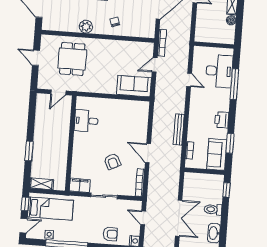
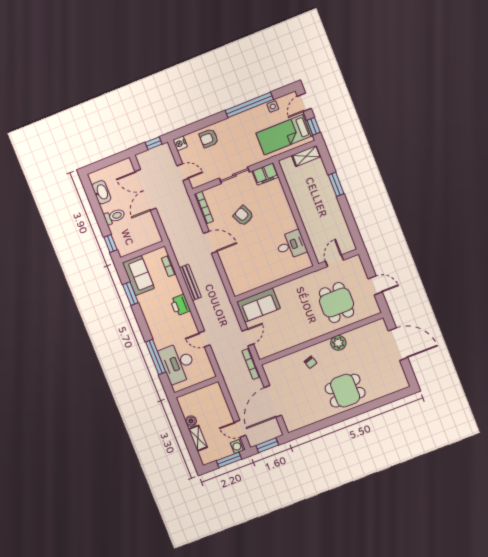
printer: (222, 120) -> (180, 305), moved, turned 180

